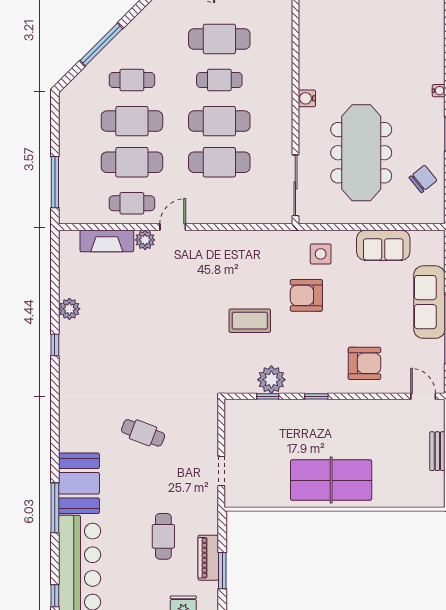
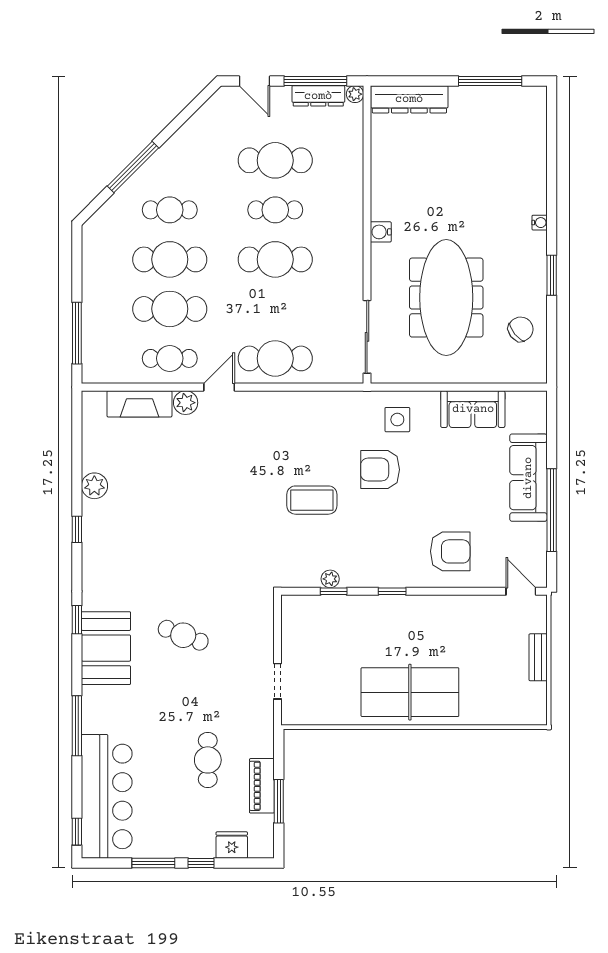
cafe table: (219, 162) -> (275, 358), moved
plant: (271, 380) -> (330, 579), width x0.53, depth x0.53
window: (55, 420) -> (77, 620), added
booth: (79, 483) -> (106, 648), moved

